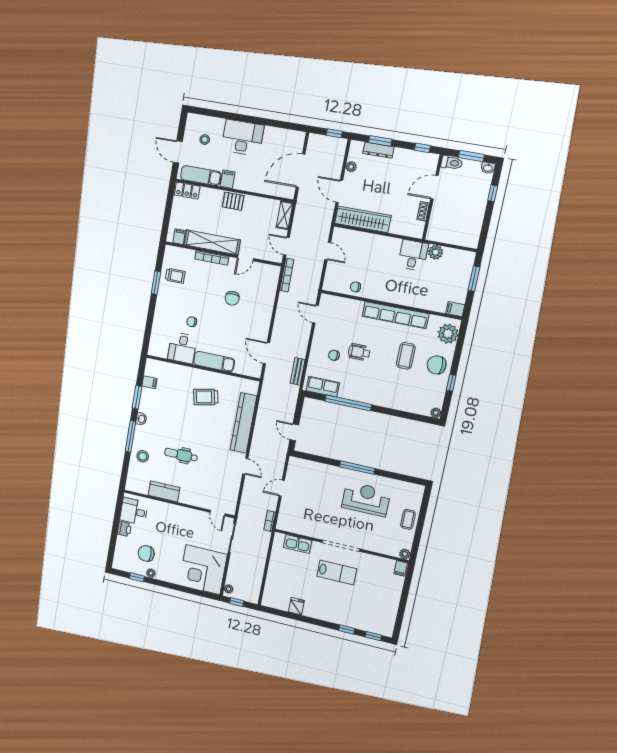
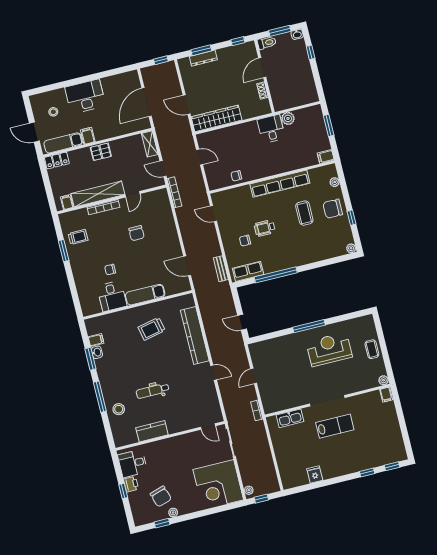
plant: (351, 167) -> (187, 81), removed
plant: (448, 334) -> (335, 182), width x0.53, depth x0.53
washbasin: (141, 419) -> (97, 352), moved
window: (115, 531) -> (123, 491), added
chair: (146, 553) -> (161, 496), turned -107

